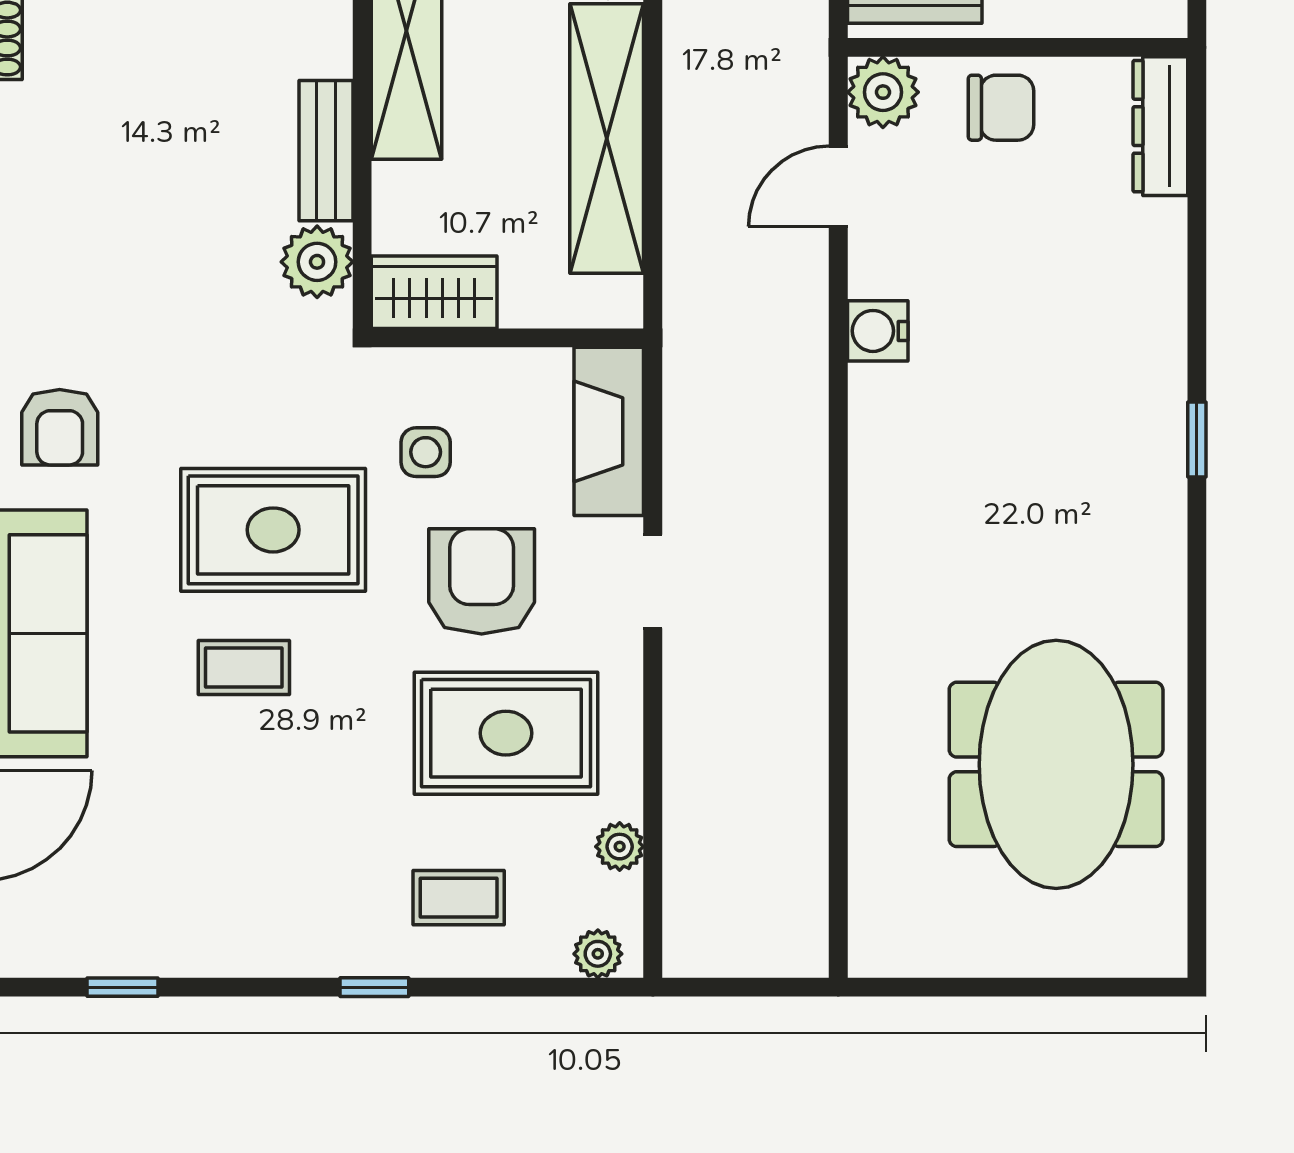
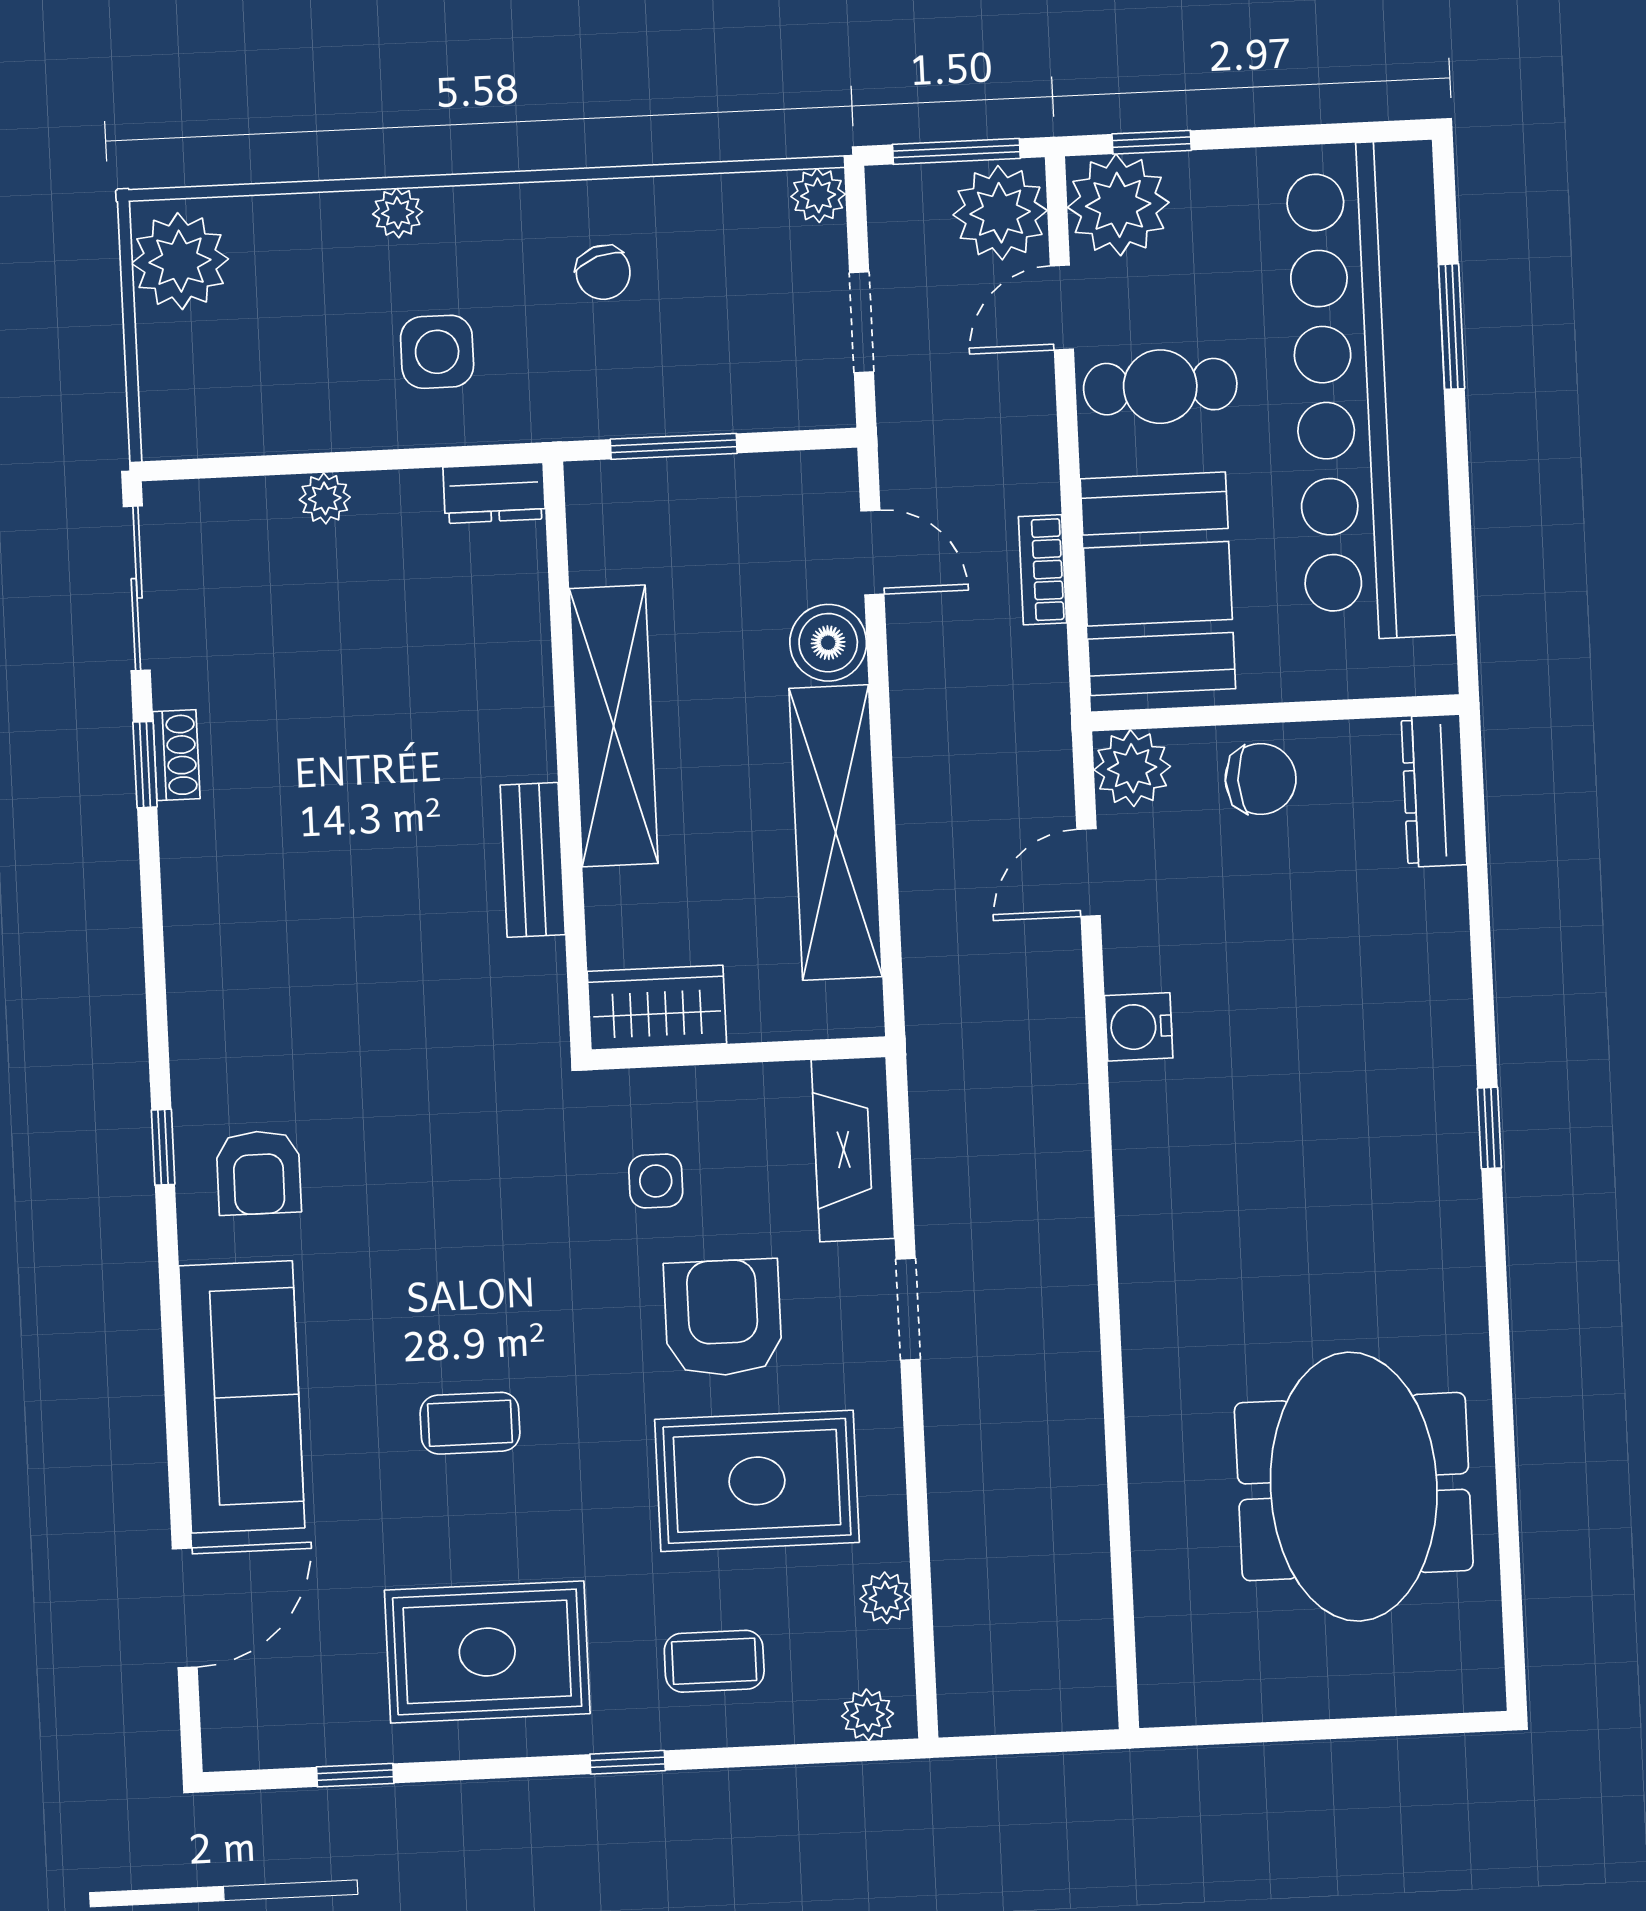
plant: (317, 262) -> (529, 981), removed
rug: (273, 530) -> (487, 1652), moved

